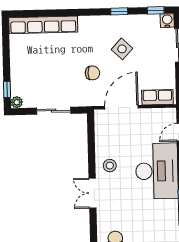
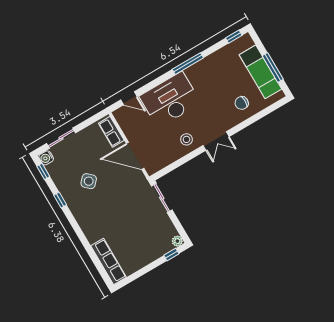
row of seats: (43, 25) -> (109, 261), width x0.73
chair: (92, 73) -> (121, 194), removed
sliding door: (54, 111) -> (162, 198), moved

